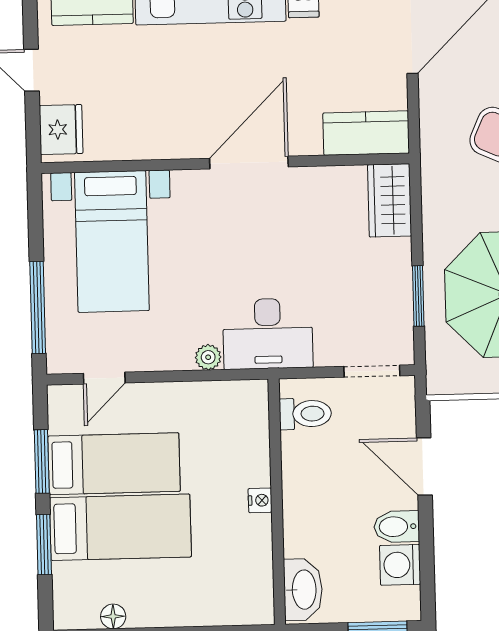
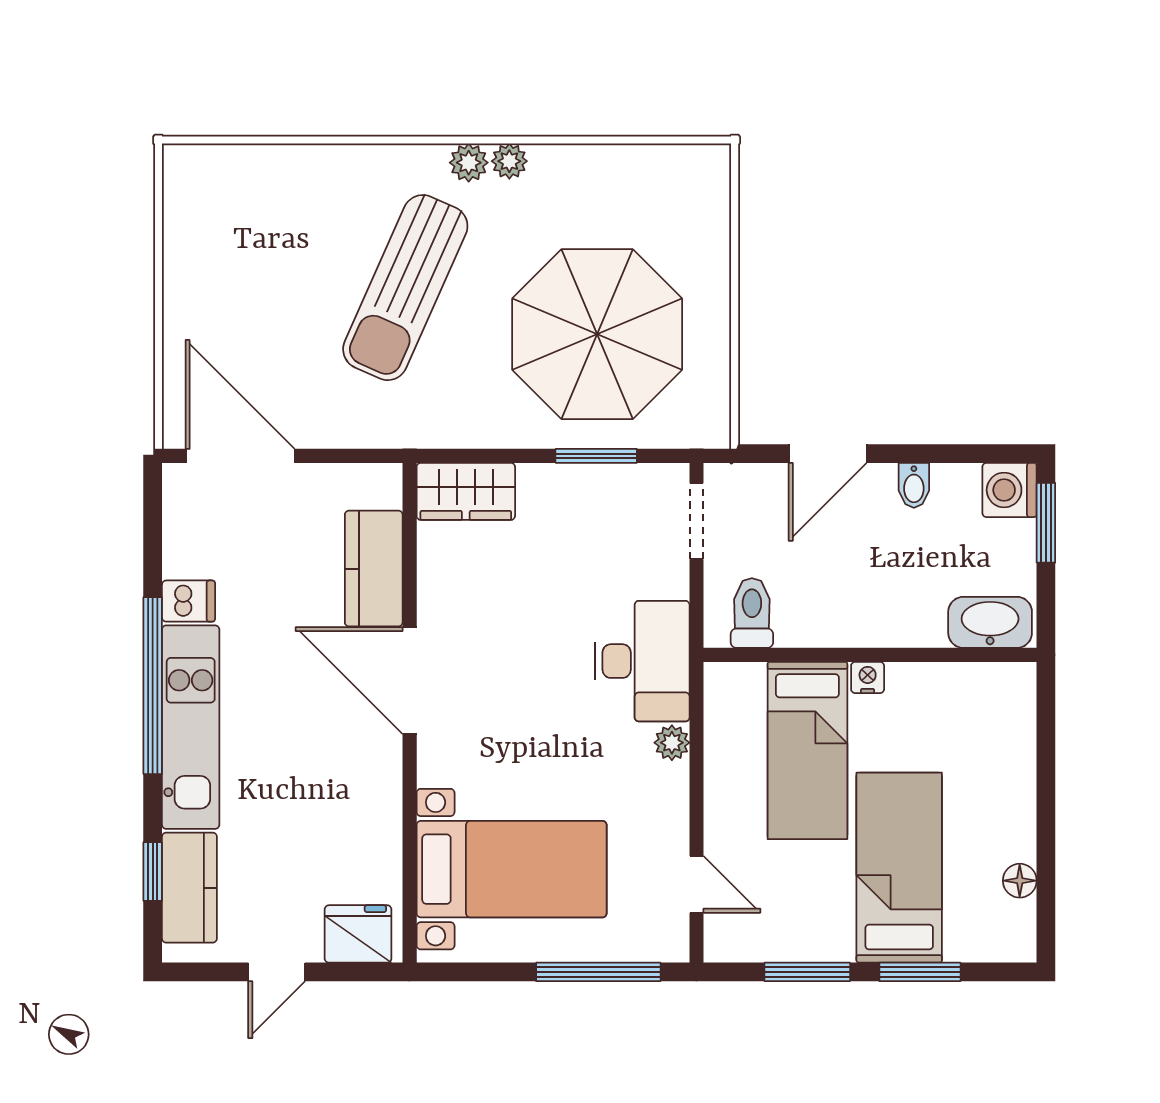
kitchen counter: (366, 133) -> (374, 569), moved
bed: (114, 464) -> (807, 750), moved, turned 180
bidet: (397, 527) -> (914, 485), width x0.72, depth x0.74
washing machine: (400, 565) -> (1010, 490), moved, turned 90

